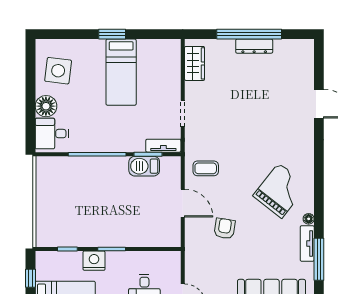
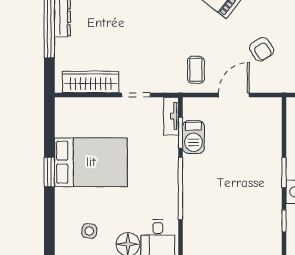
wardrobe: (195, 63) -> (91, 82), width x1.50
side table: (58, 71) -> (89, 231), width x0.54, depth x0.54
bed: (121, 72) -> (91, 162), width x1.50
armchair: (225, 229) -> (262, 49), turned -131

